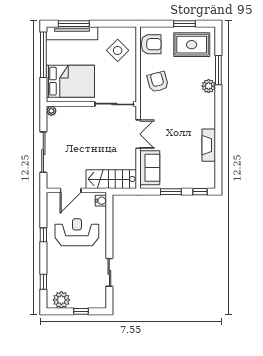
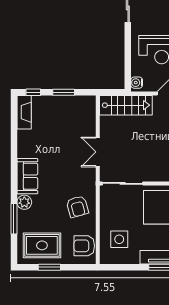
side table: (118, 50) -> (119, 239), turned 45
fireplace: (209, 145) -> (24, 112), moved
sofa: (150, 168) -> (27, 176), moved, turned 180

